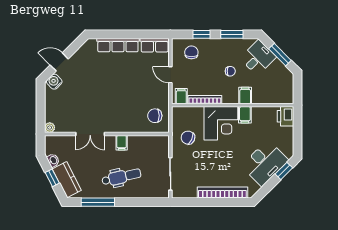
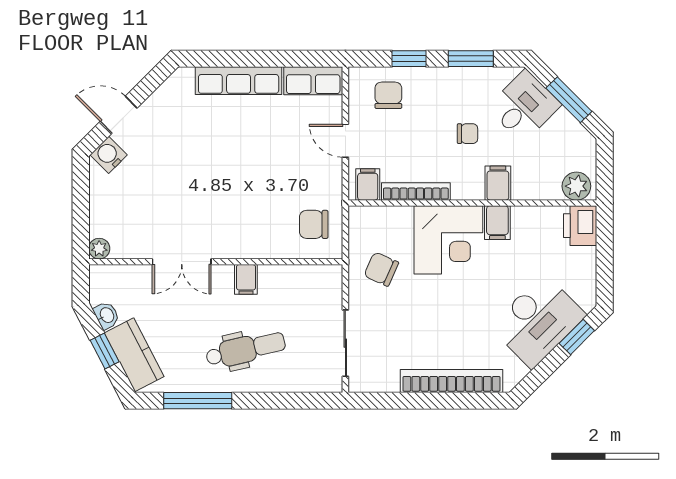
plant: (284, 97) -> (576, 186), added

